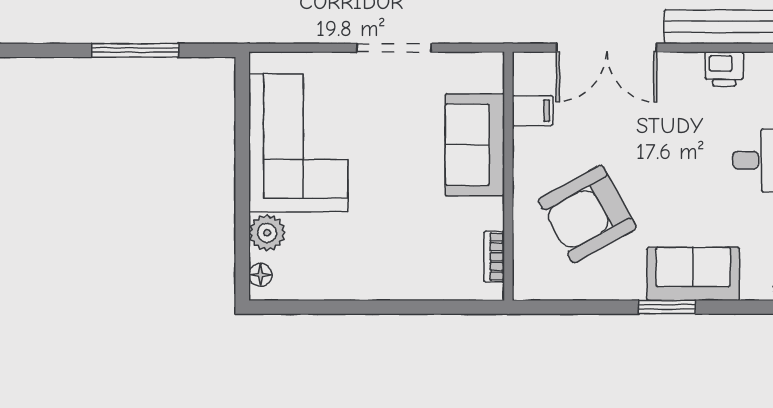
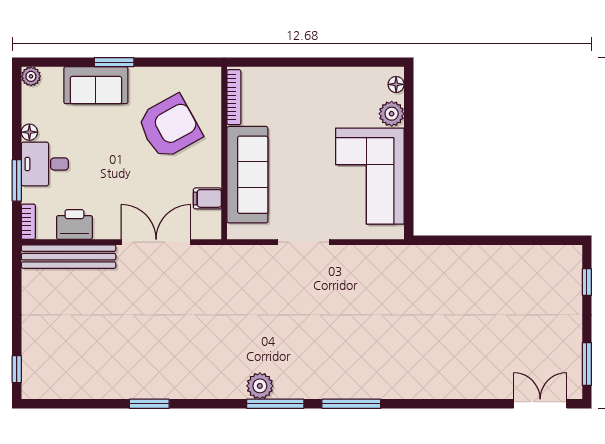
window: (135, 50) -> (483, 240), removed
printer: (724, 69) -> (74, 224), width x1.36, depth x1.24
sofa: (475, 145) -> (247, 175), width x1.36
bookcase: (494, 257) -> (234, 97), width x1.56

